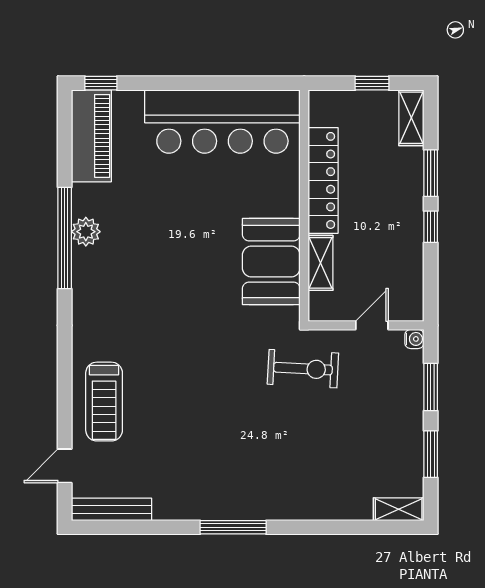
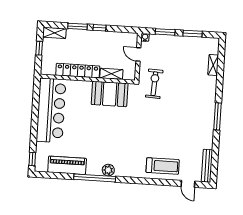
piano: (91, 136) -> (67, 165), moved
plant: (86, 232) -> (108, 170), moved
shelving: (399, 509) -> (213, 65), moved

